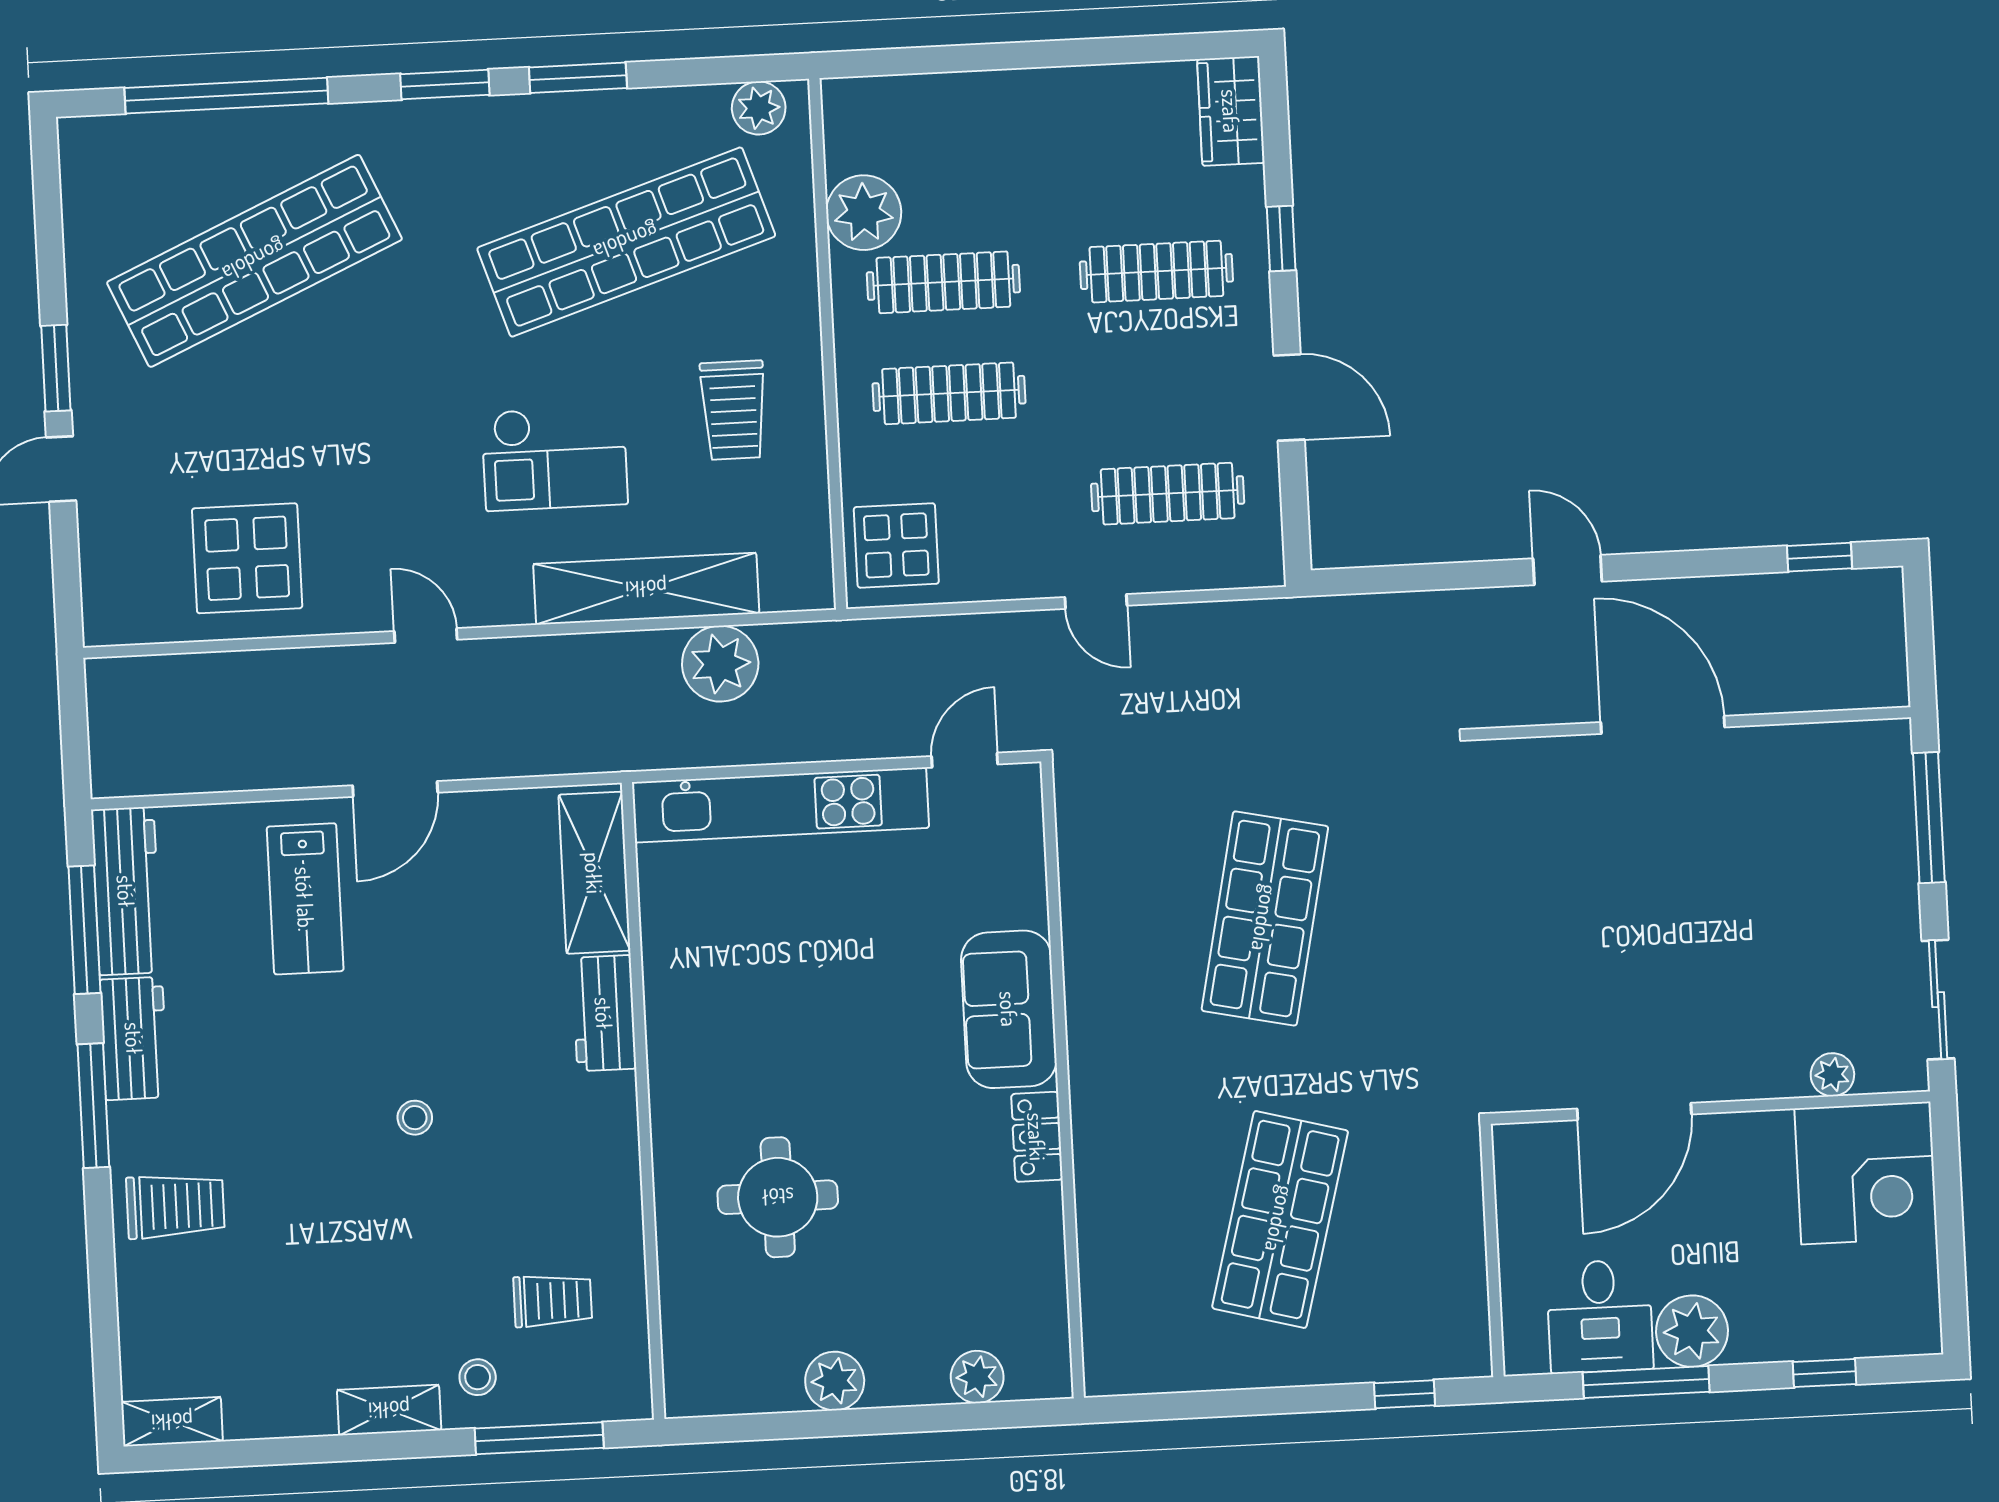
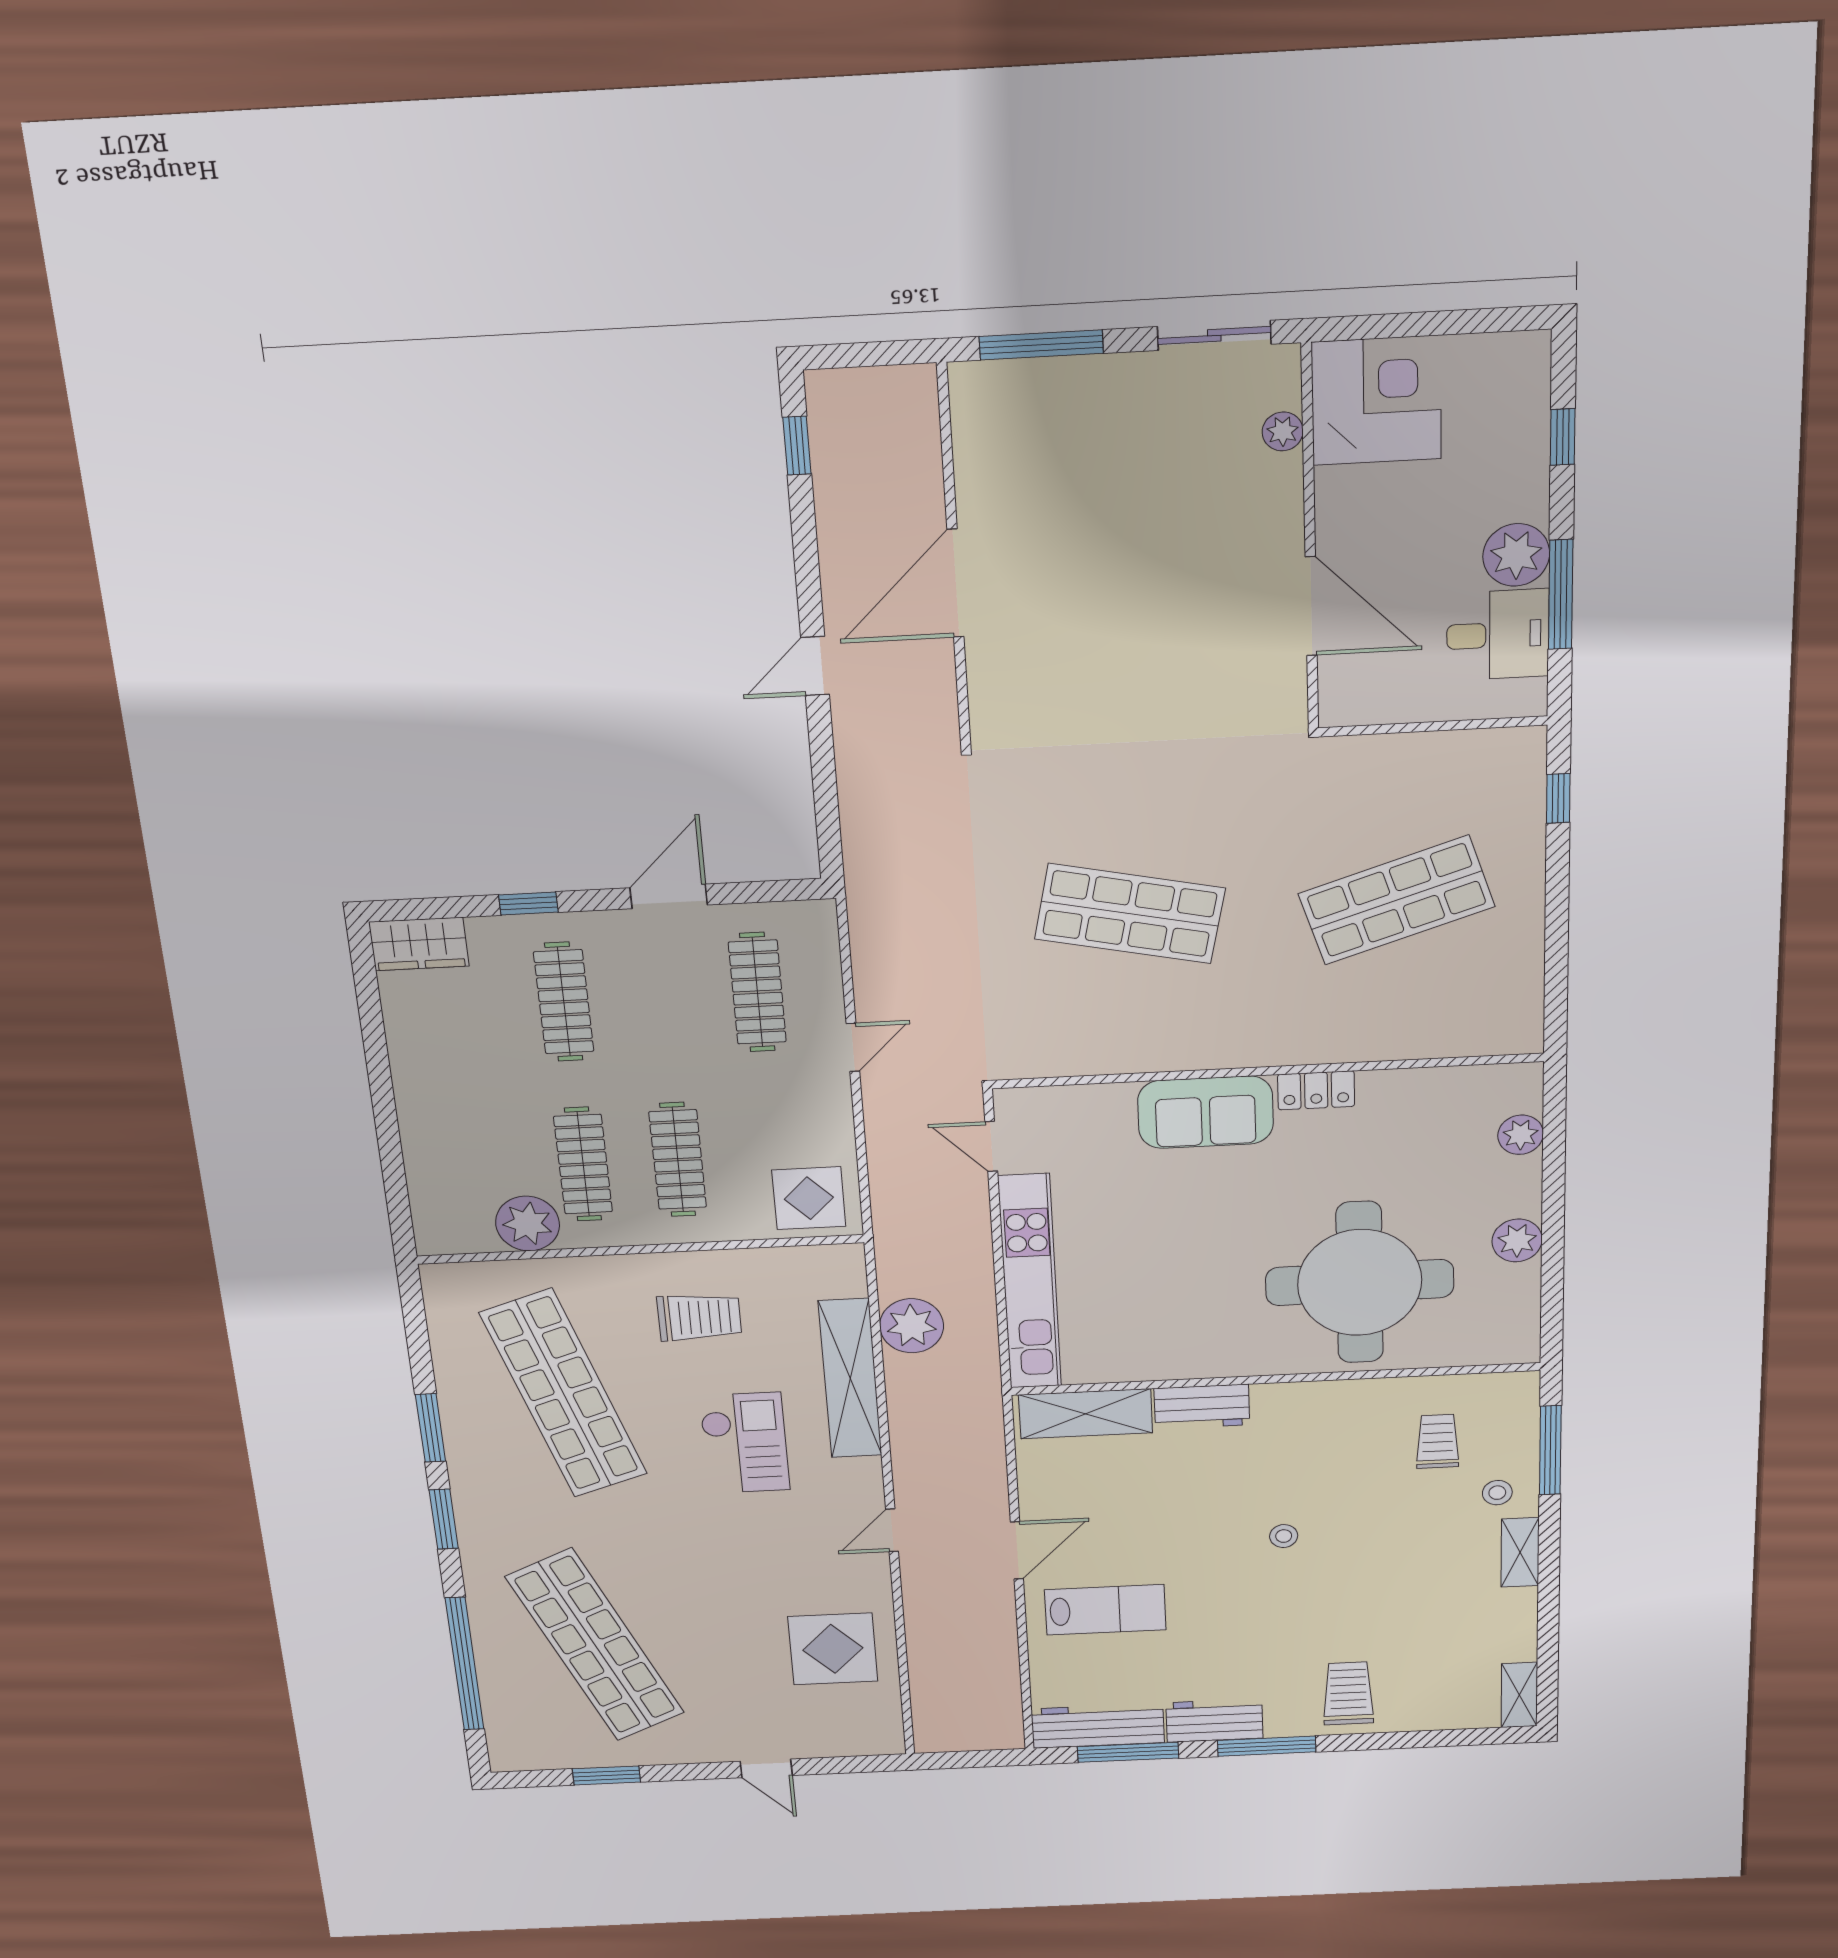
plant: (759, 108) -> (445, 1300), removed
window: (56, 368) -> (606, 1775), moved
door: (395, 789) -> (1017, 1550), hinge flipped
round table: (778, 1197) -> (1360, 1283), width x1.86, depth x1.86
shop shelf: (1280, 1219) -> (1397, 900), turned -33

